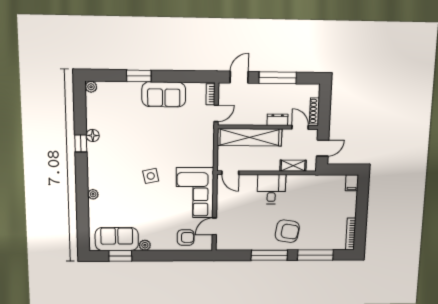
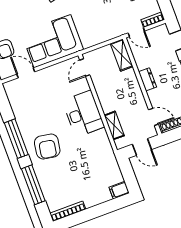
dresser: (277, 120) -> (148, 79), moved
door: (300, 127) -> (153, 117), hinge flipped
shelving: (250, 137) -> (122, 55), width x0.45, depth x0.75
desk: (271, 189) -> (83, 114), width x1.37

